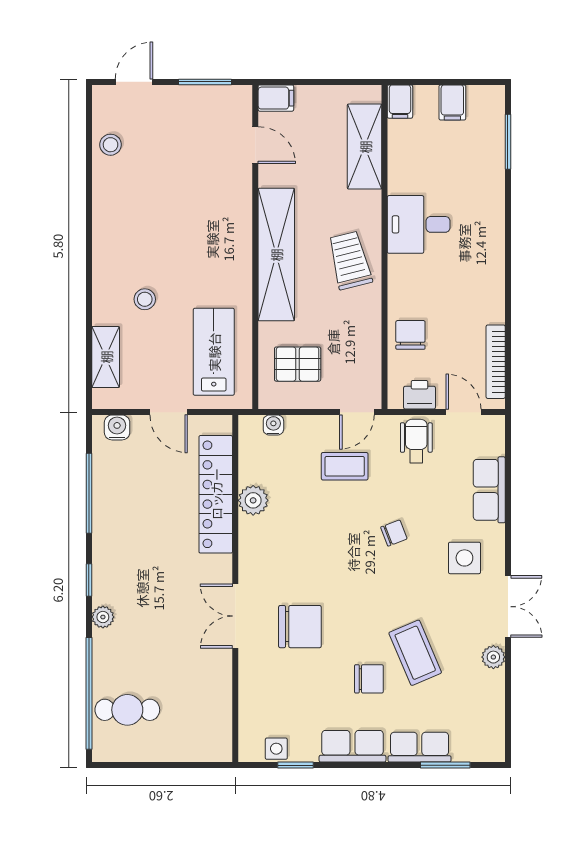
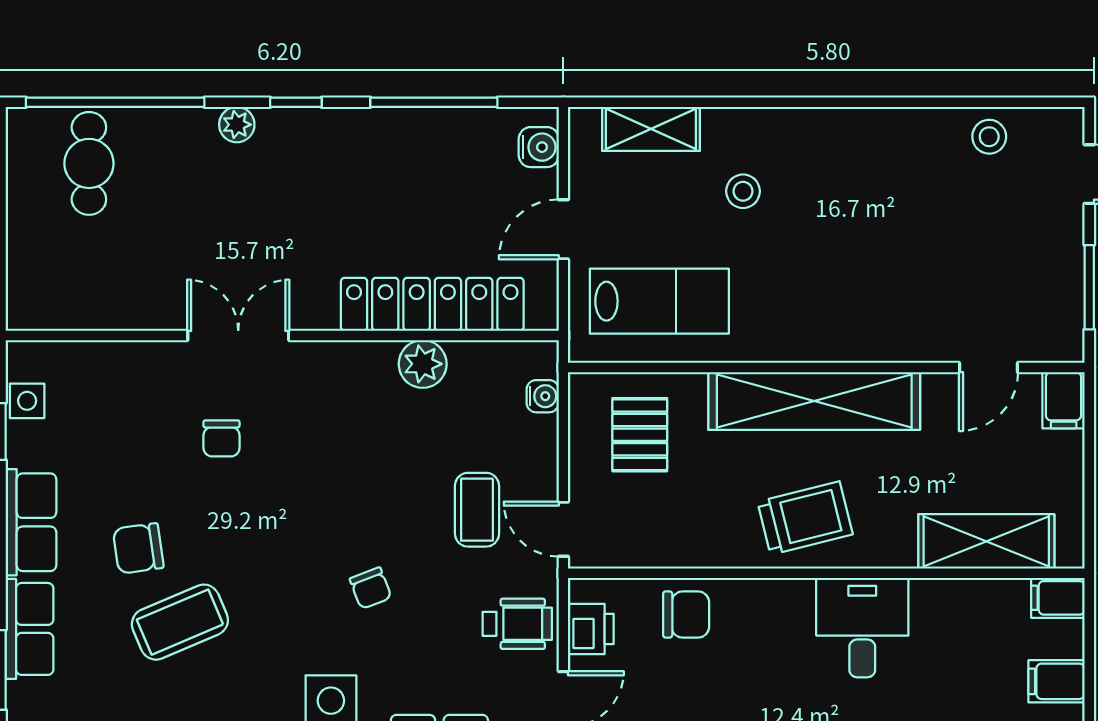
chair: (300, 627) -> (221, 438), width x0.54, depth x0.54
chair: (369, 679) -> (138, 548), turned 82

